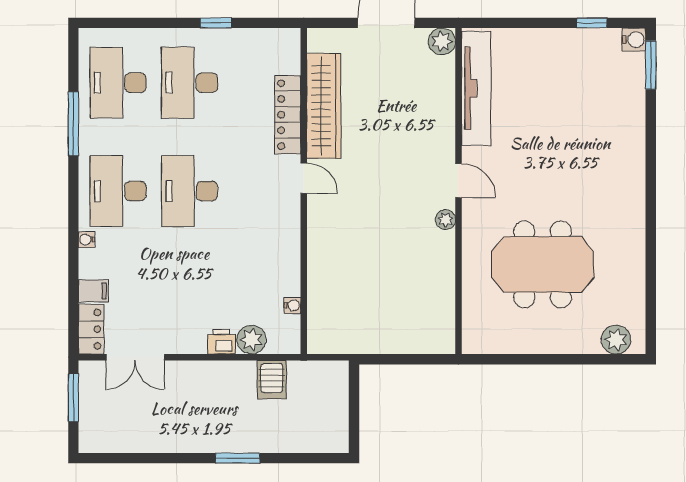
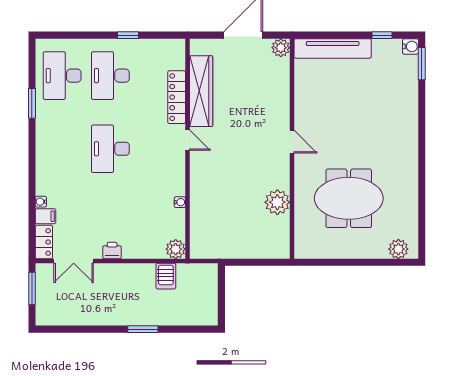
tv unit: (476, 88) -> (333, 48), moved, turned 90
window: (73, 124) -> (32, 103), width x0.69
desk: (118, 191) -> (62, 149), removed
plant: (445, 220) -> (277, 202), moved, width x1.87, depth x1.87
water cooler: (87, 240) -> (41, 202), moved
water cooler: (292, 305) -> (180, 202), moved
plant: (251, 340) -> (176, 249), moved
printer: (221, 342) -> (112, 251), moved

